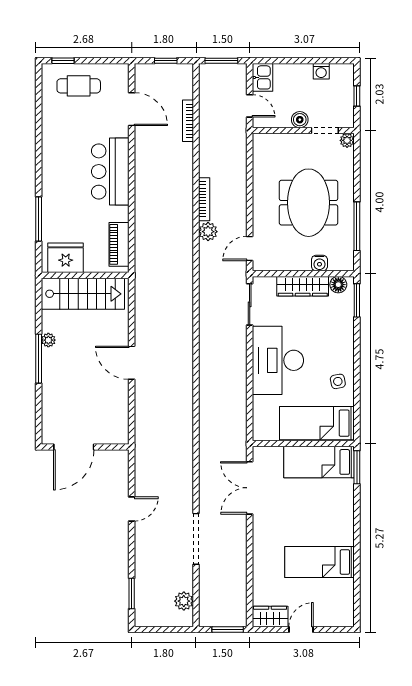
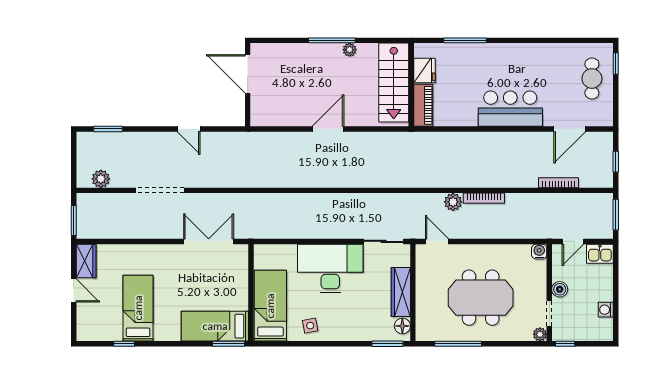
window: (357, 96) -> (565, 344), moved
piano: (119, 244) -> (423, 105), moved, turned 90
fridge: (66, 258) -> (424, 71), width x0.73, depth x0.75
water cooler: (319, 263) -> (539, 252), moved, turned 90
bed: (319, 462) -> (215, 326), moved, turned -90
window: (357, 577) -> (124, 344), added

